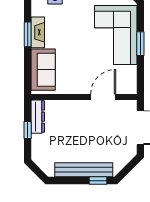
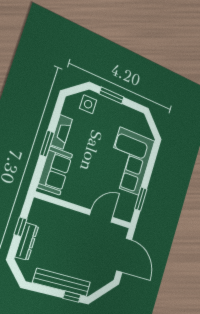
window: (28, 34) -> (47, 144), moved
window: (140, 44) -> (141, 199), moved
dresser: (38, 117) -> (27, 241), moved

